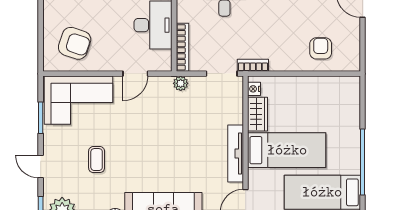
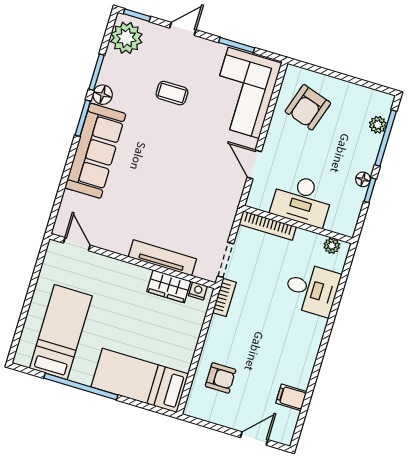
plant: (181, 83) -> (228, 211), removed
bed: (287, 150) -> (140, 380), moved, turned 90
tv unit: (236, 154) -> (162, 258), moved

